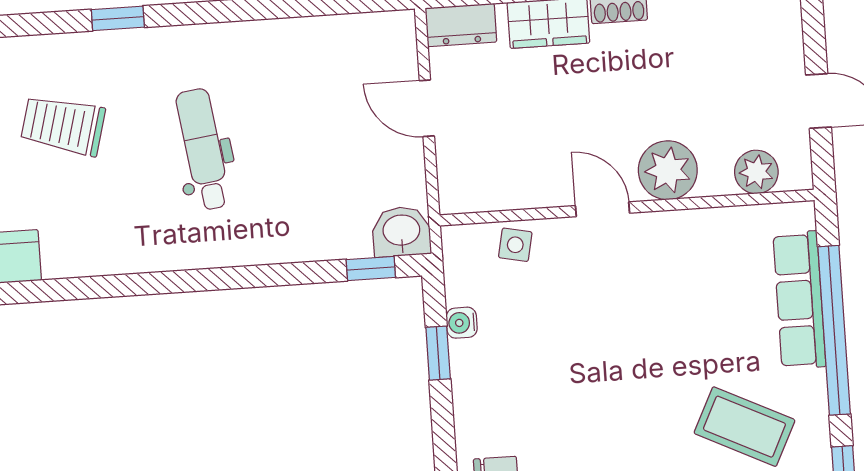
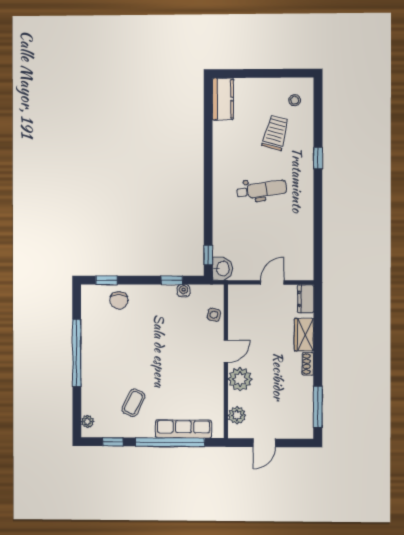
coffee table: (744, 427) -> (133, 403), width x0.73, depth x0.77

